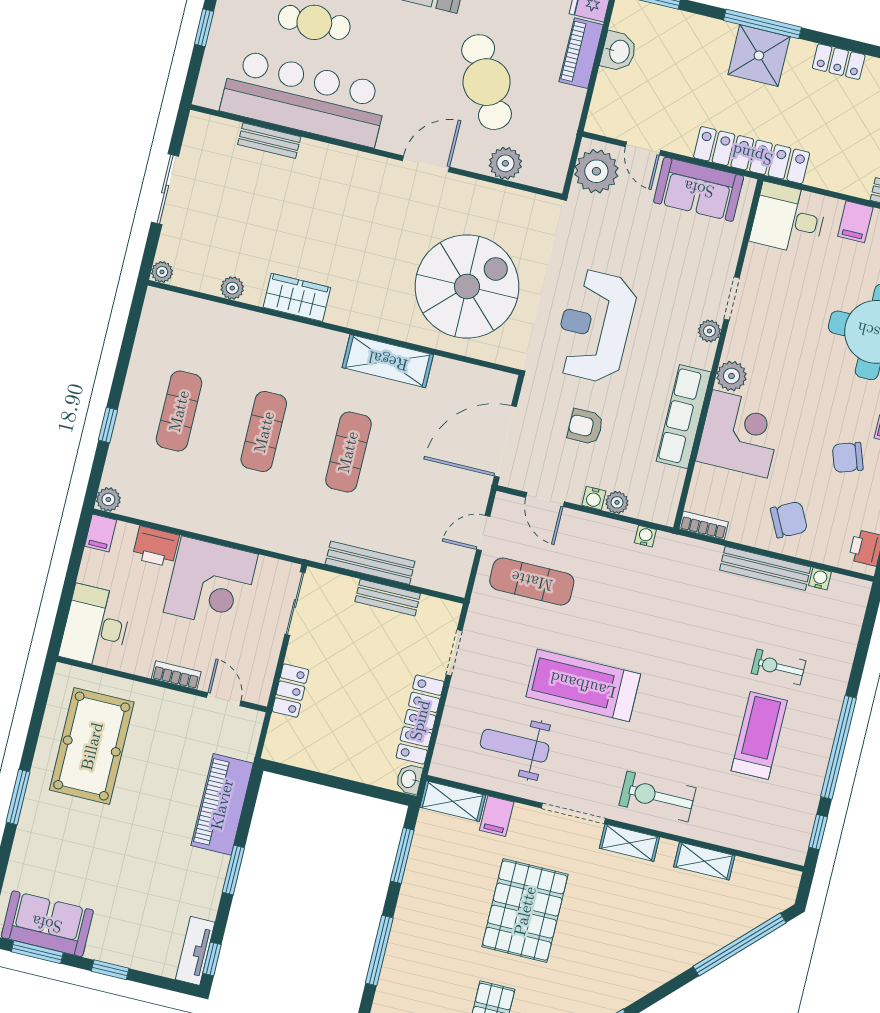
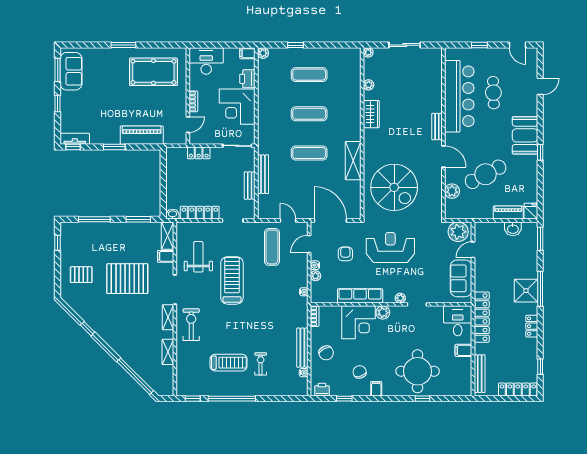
bench: (269, 141) -> (437, 127), moved
locker: (752, 155) -> (482, 317), moved

